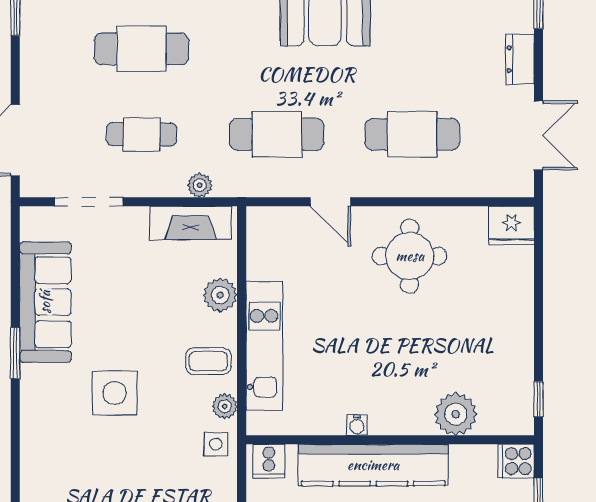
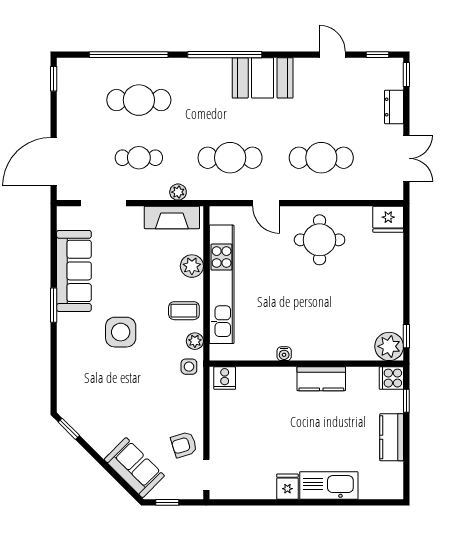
kitchen unit: (264, 346) -> (222, 284), width x1.36
plant: (456, 414) -> (389, 346), moved
kitchen counter: (373, 465) -> (321, 379), width x0.48, depth x0.86

